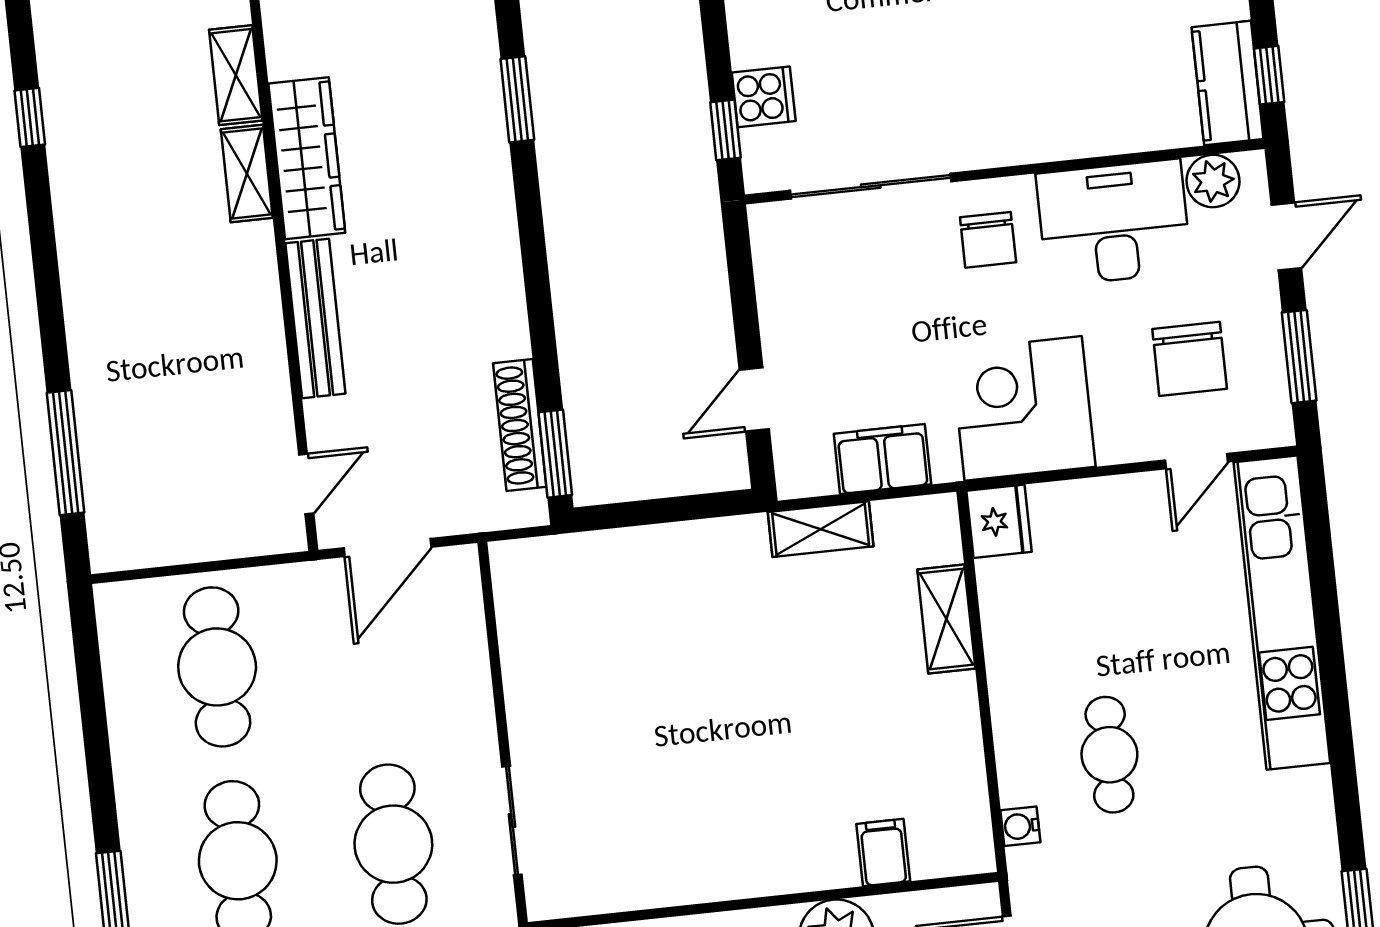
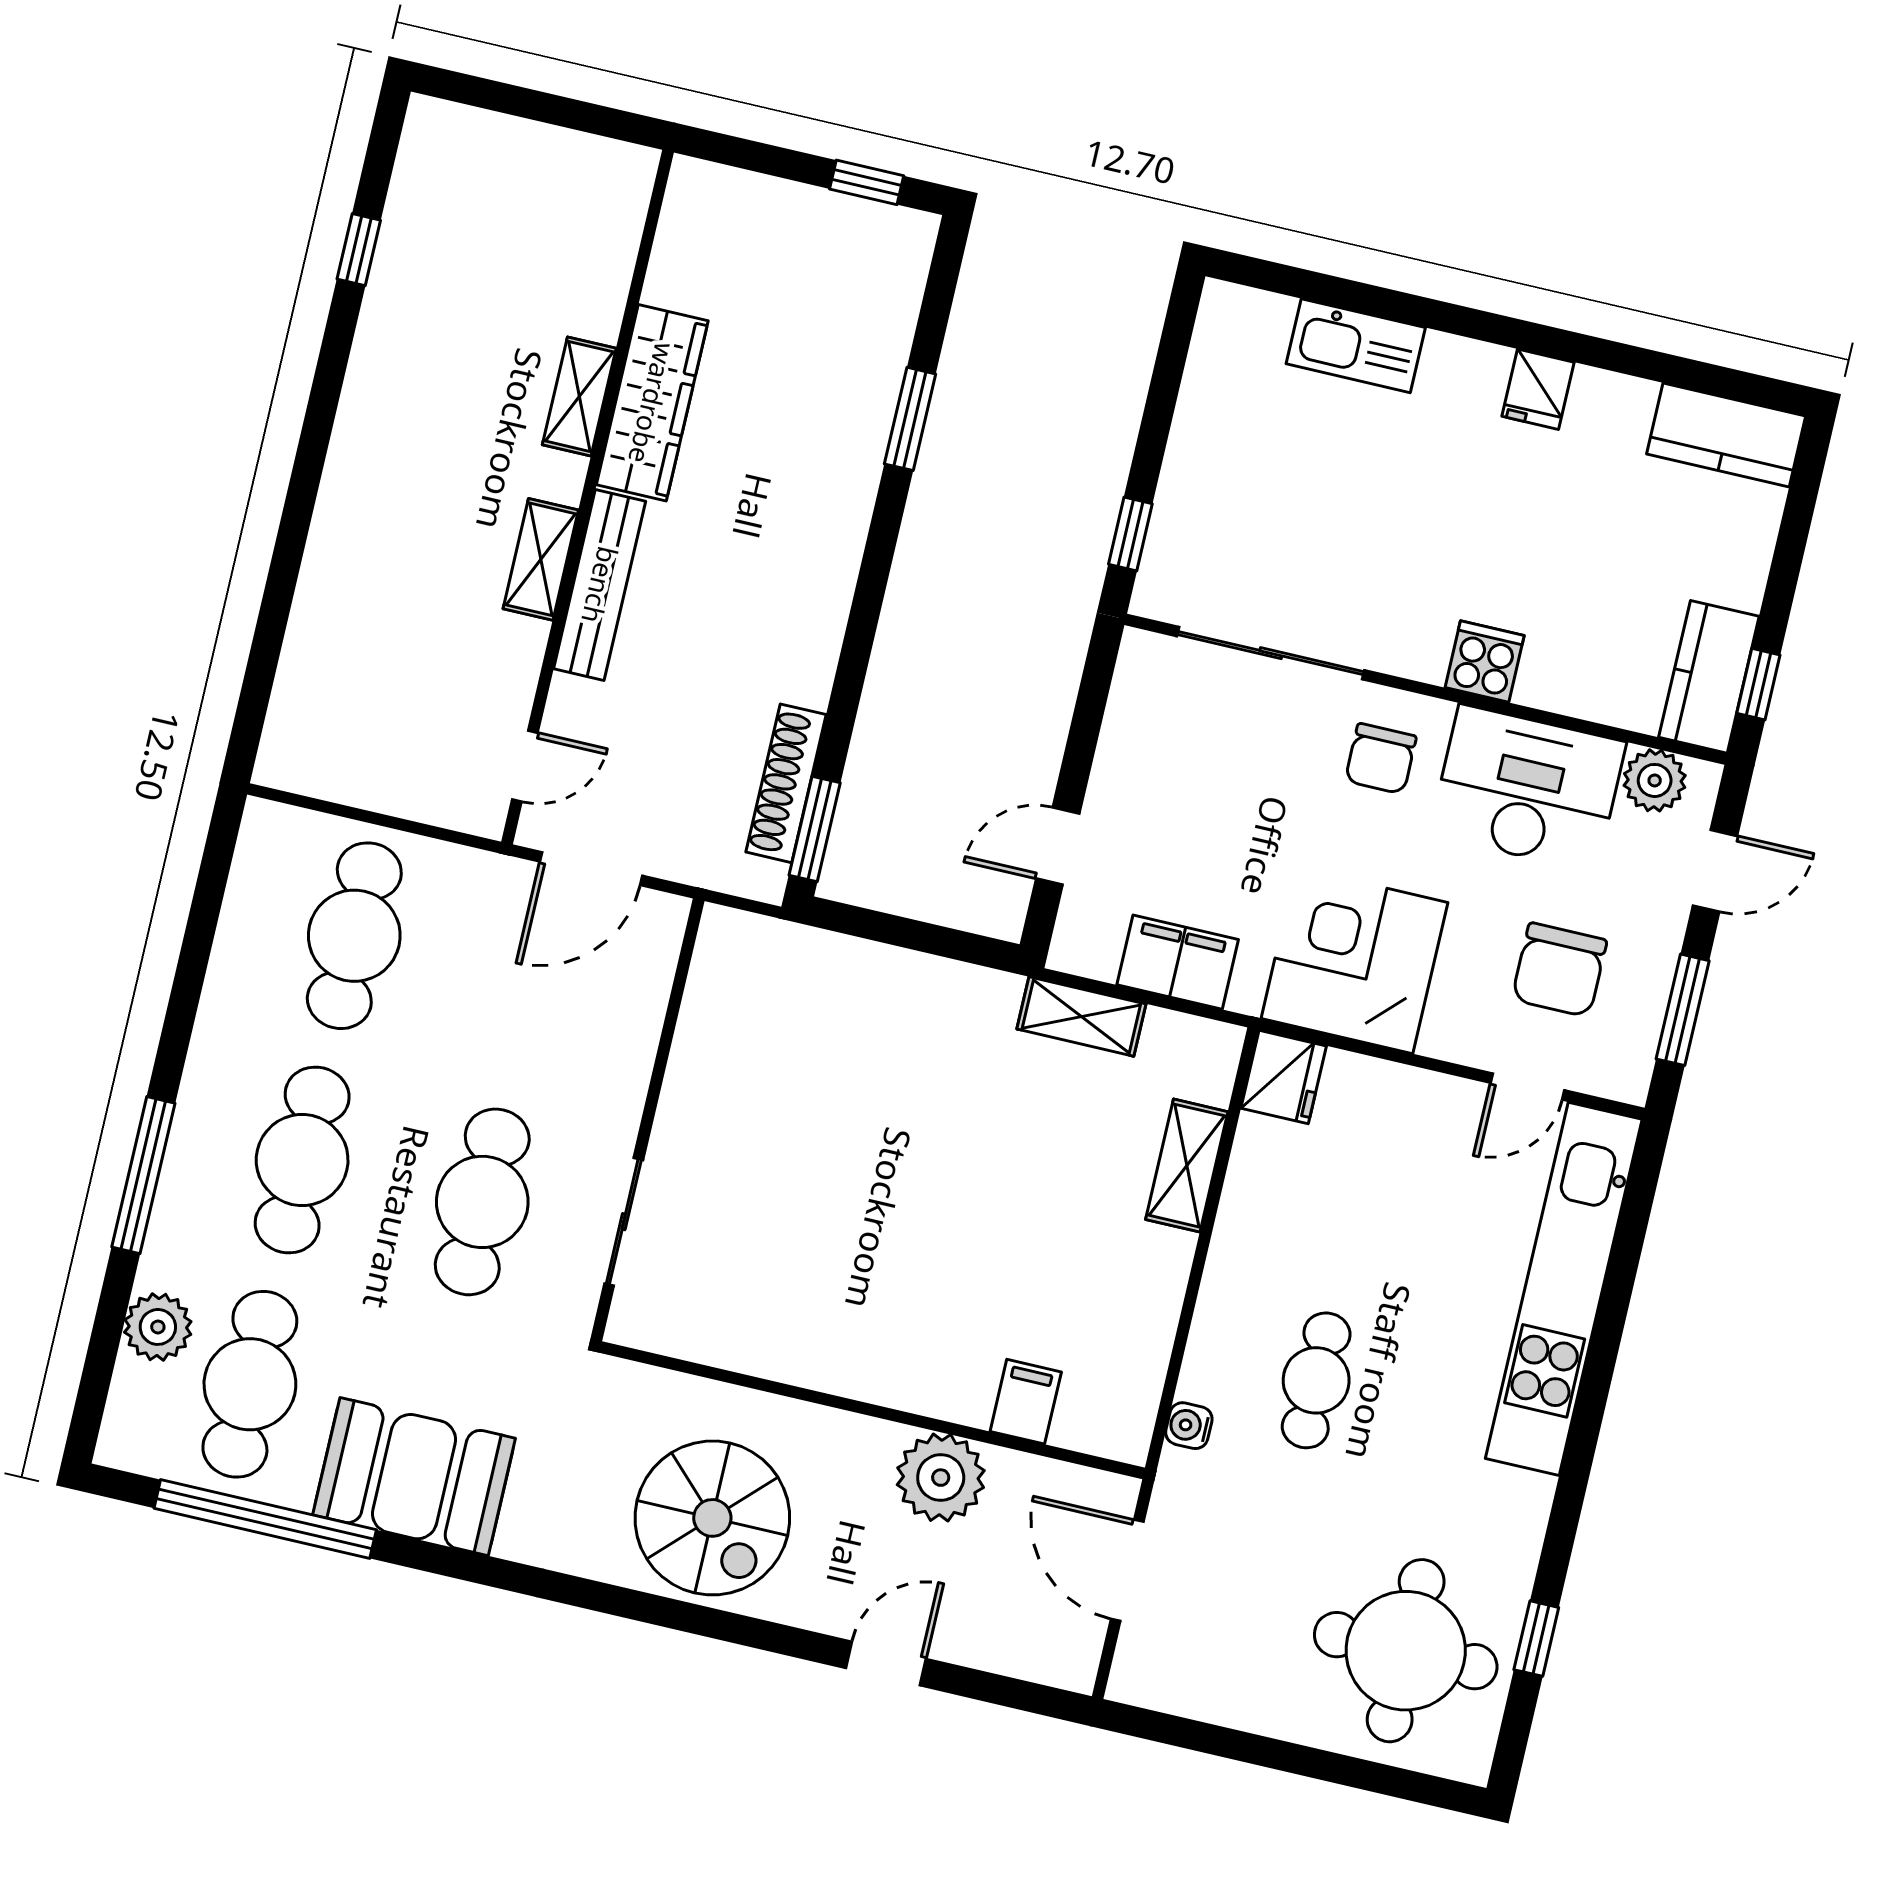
shelving: (236, 75) -> (541, 559), moved
cooker: (764, 97) -> (1485, 662), moved, turned -90
window: (66, 453) -> (268, 638), removed

